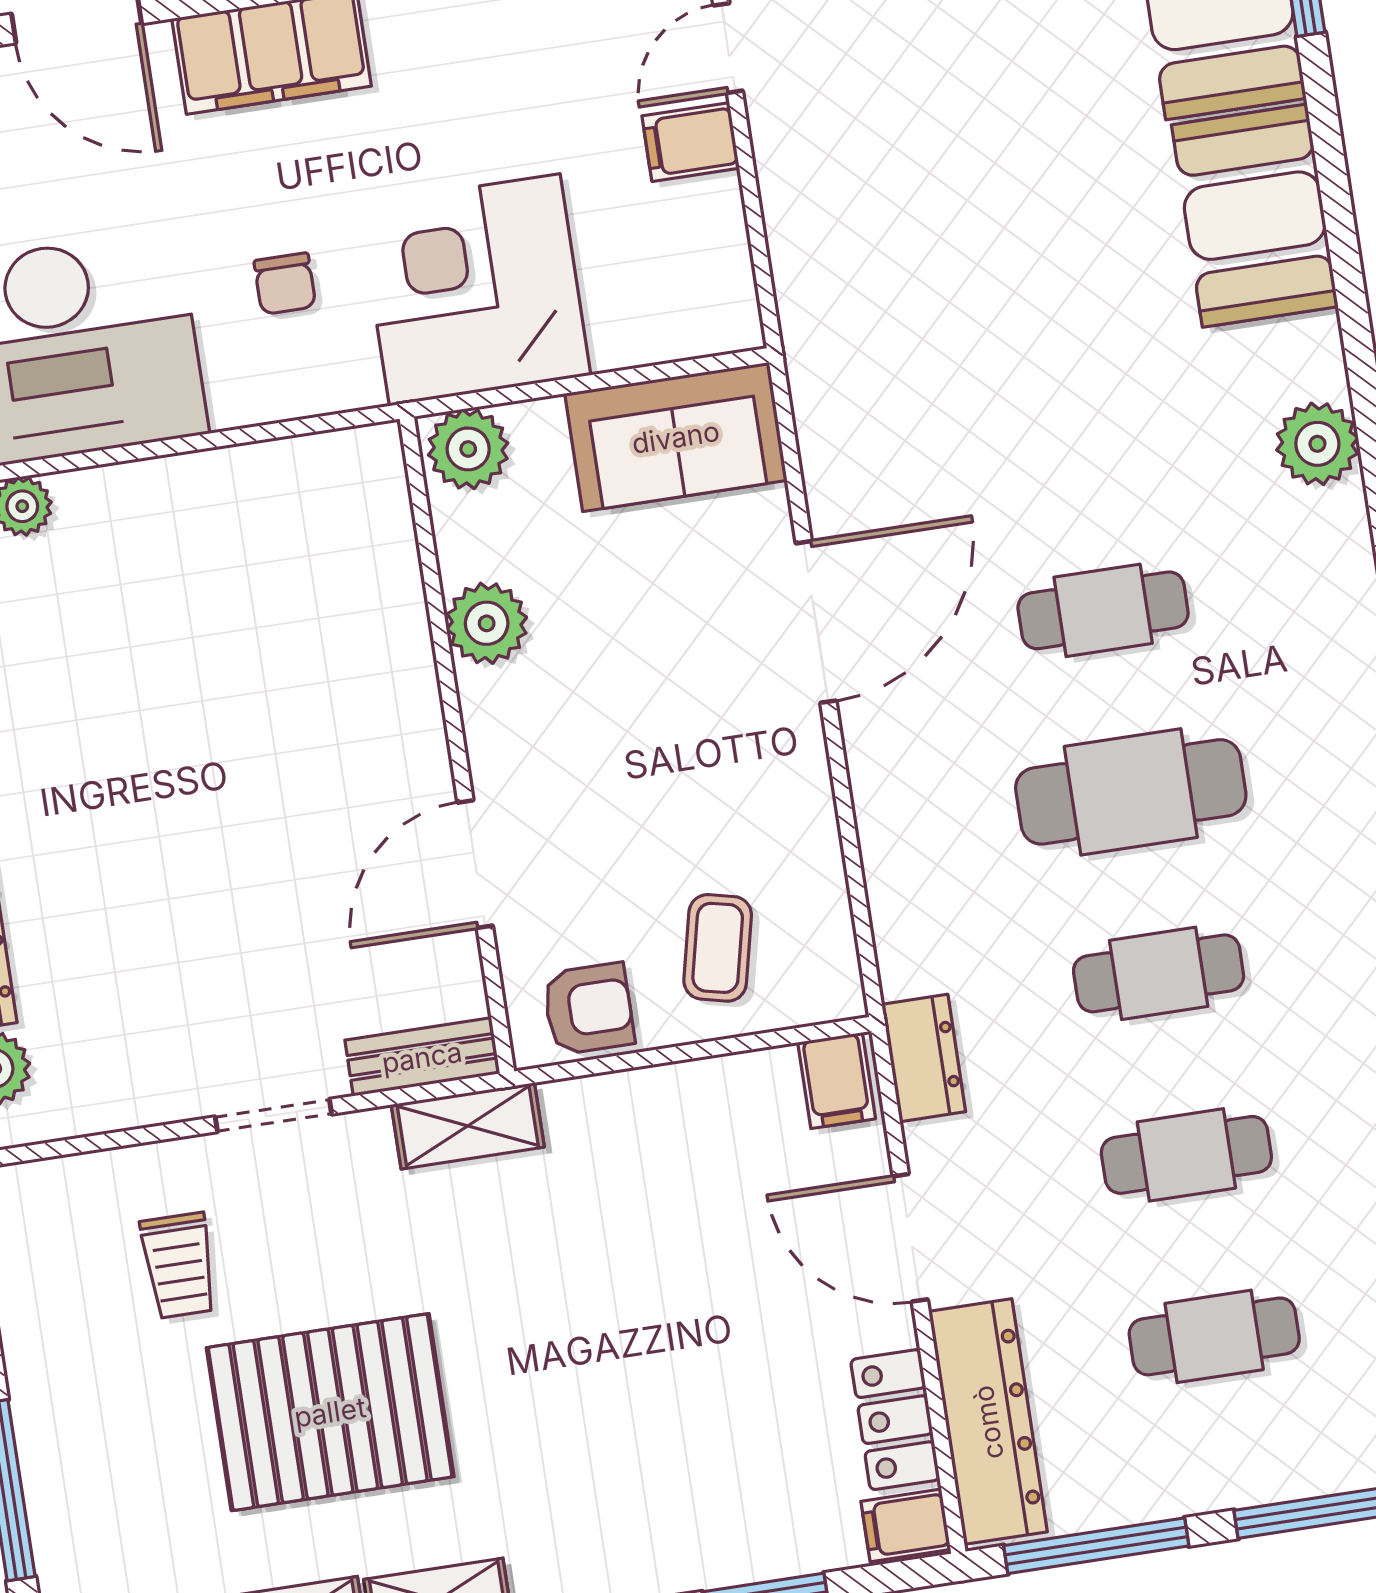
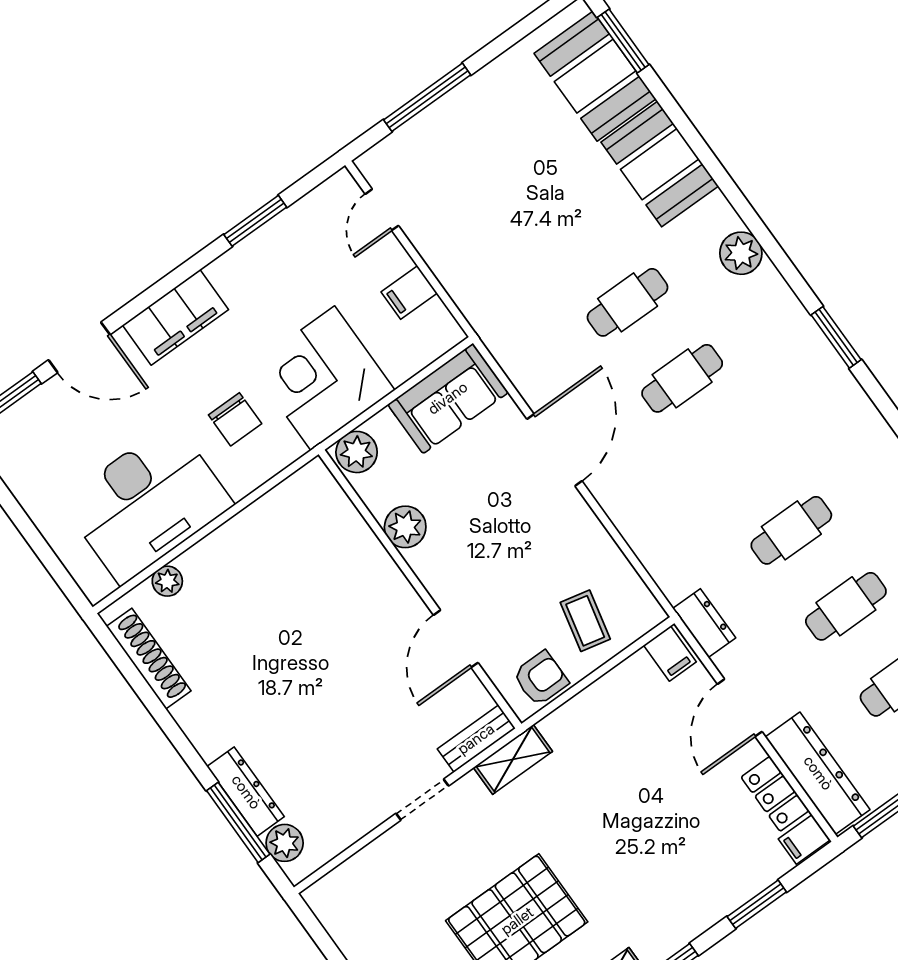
filing cabinet: (691, 142) -> (409, 293), moved
chair: (285, 284) -> (235, 419), width x1.37, depth x1.37
cafe table: (1131, 792) -> (628, 302), moved, width x0.73, depth x0.74
door: (910, 1238) -> (740, 708), hinge flipped
trolley: (179, 1265) -> (414, 890), removed

